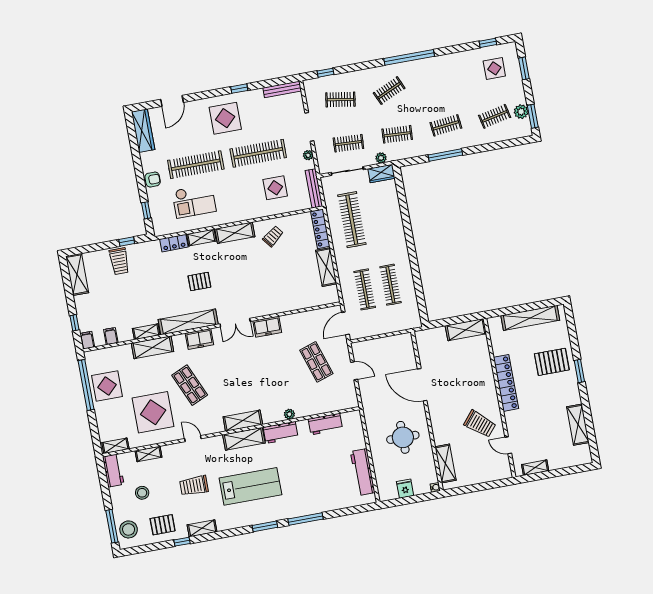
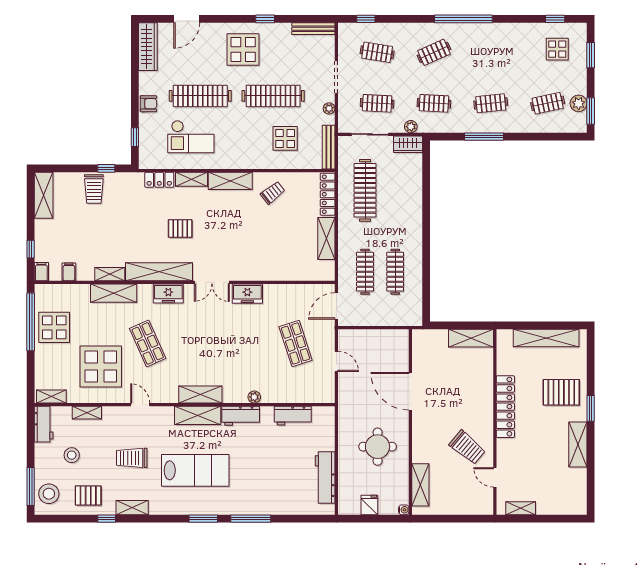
shelving: (578, 425) -> (578, 445), moved

